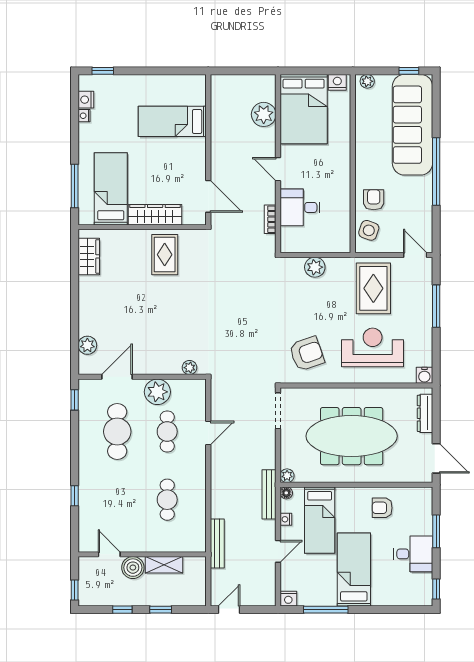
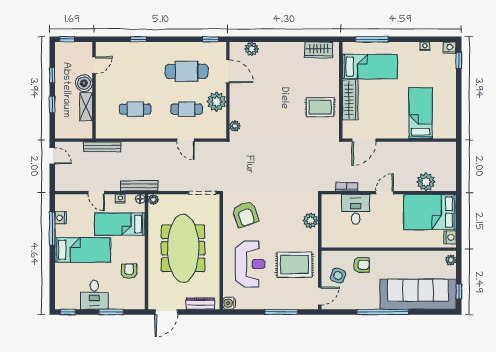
nightstand: (86, 100) -> (450, 48), moved
side table: (369, 230) -> (338, 276), moved
nightstand: (288, 599) -> (61, 218), moved

